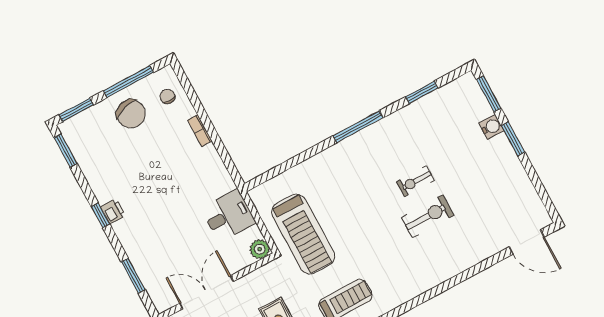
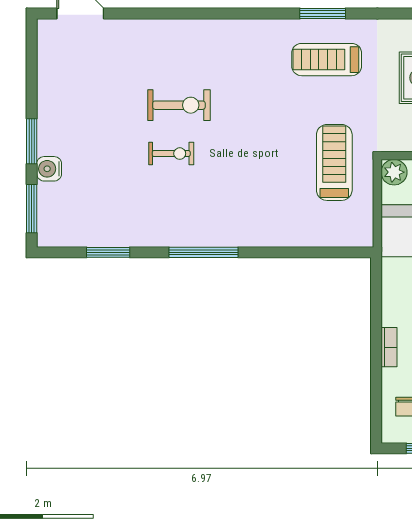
exercise bike: (428, 216) -> (179, 105), turned 180
treadmill: (303, 234) -> (334, 162), width x0.73, depth x0.73

